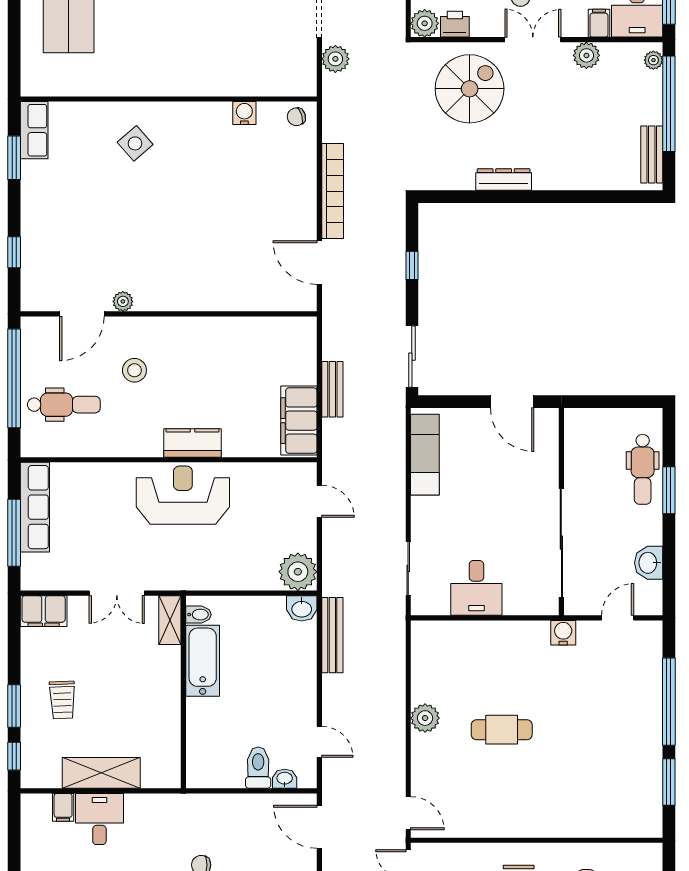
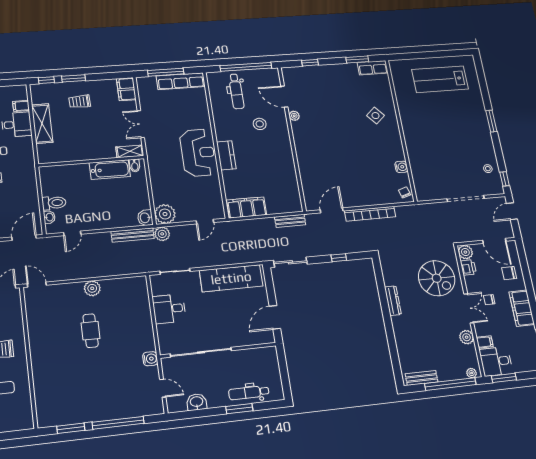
plant: (335, 59) -> (162, 234), moved
bench: (332, 389) -> (290, 221), moved
exam couch: (425, 455) -> (231, 278), width x1.36, depth x1.45
door: (408, 813) -> (37, 285), swing flipped

